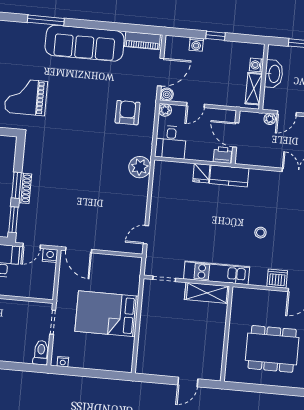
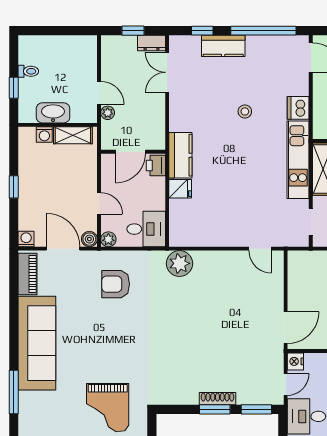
washing machine: (196, 44) -> (26, 239), moved, turned -90
door: (32, 246) -> (286, 384), hinge flipped
dishwasher: (277, 279) -> (298, 108), moved

